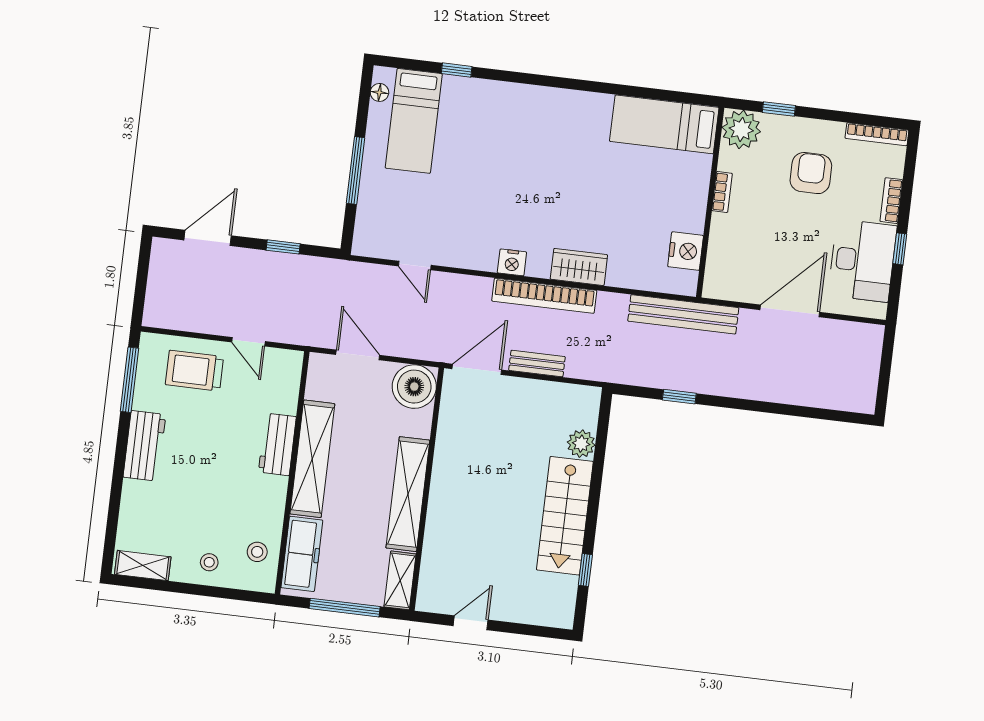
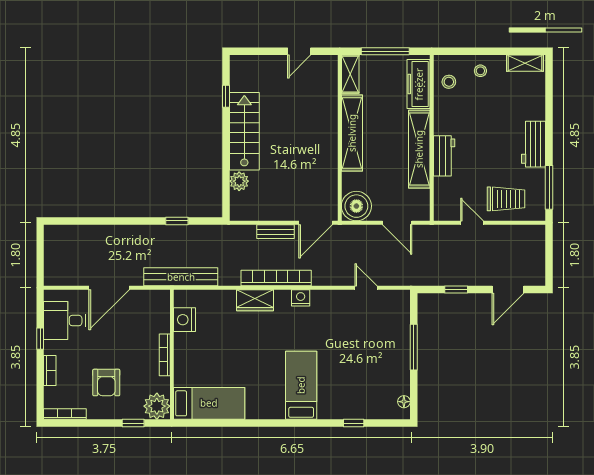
bed: (414, 121) -> (301, 385), moved
bookcase: (722, 192) -> (165, 355), width x1.56
desk: (862, 261) -> (64, 321), width x0.73

